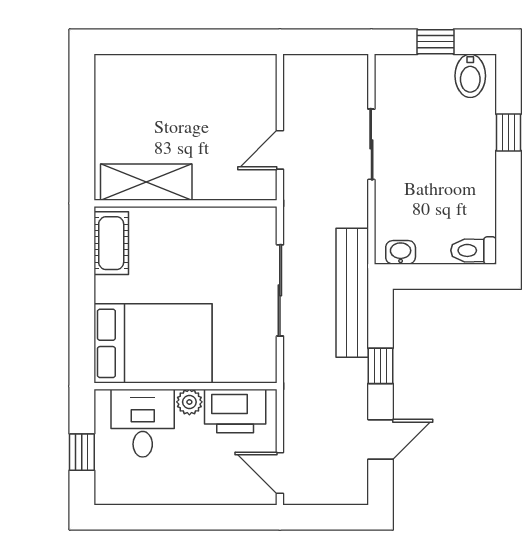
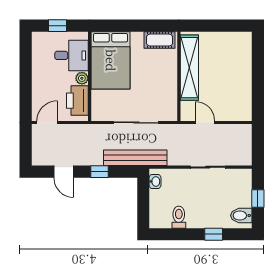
shelving: (146, 182) -> (189, 68), width x1.47
toilet: (474, 250) -> (179, 217), moved

